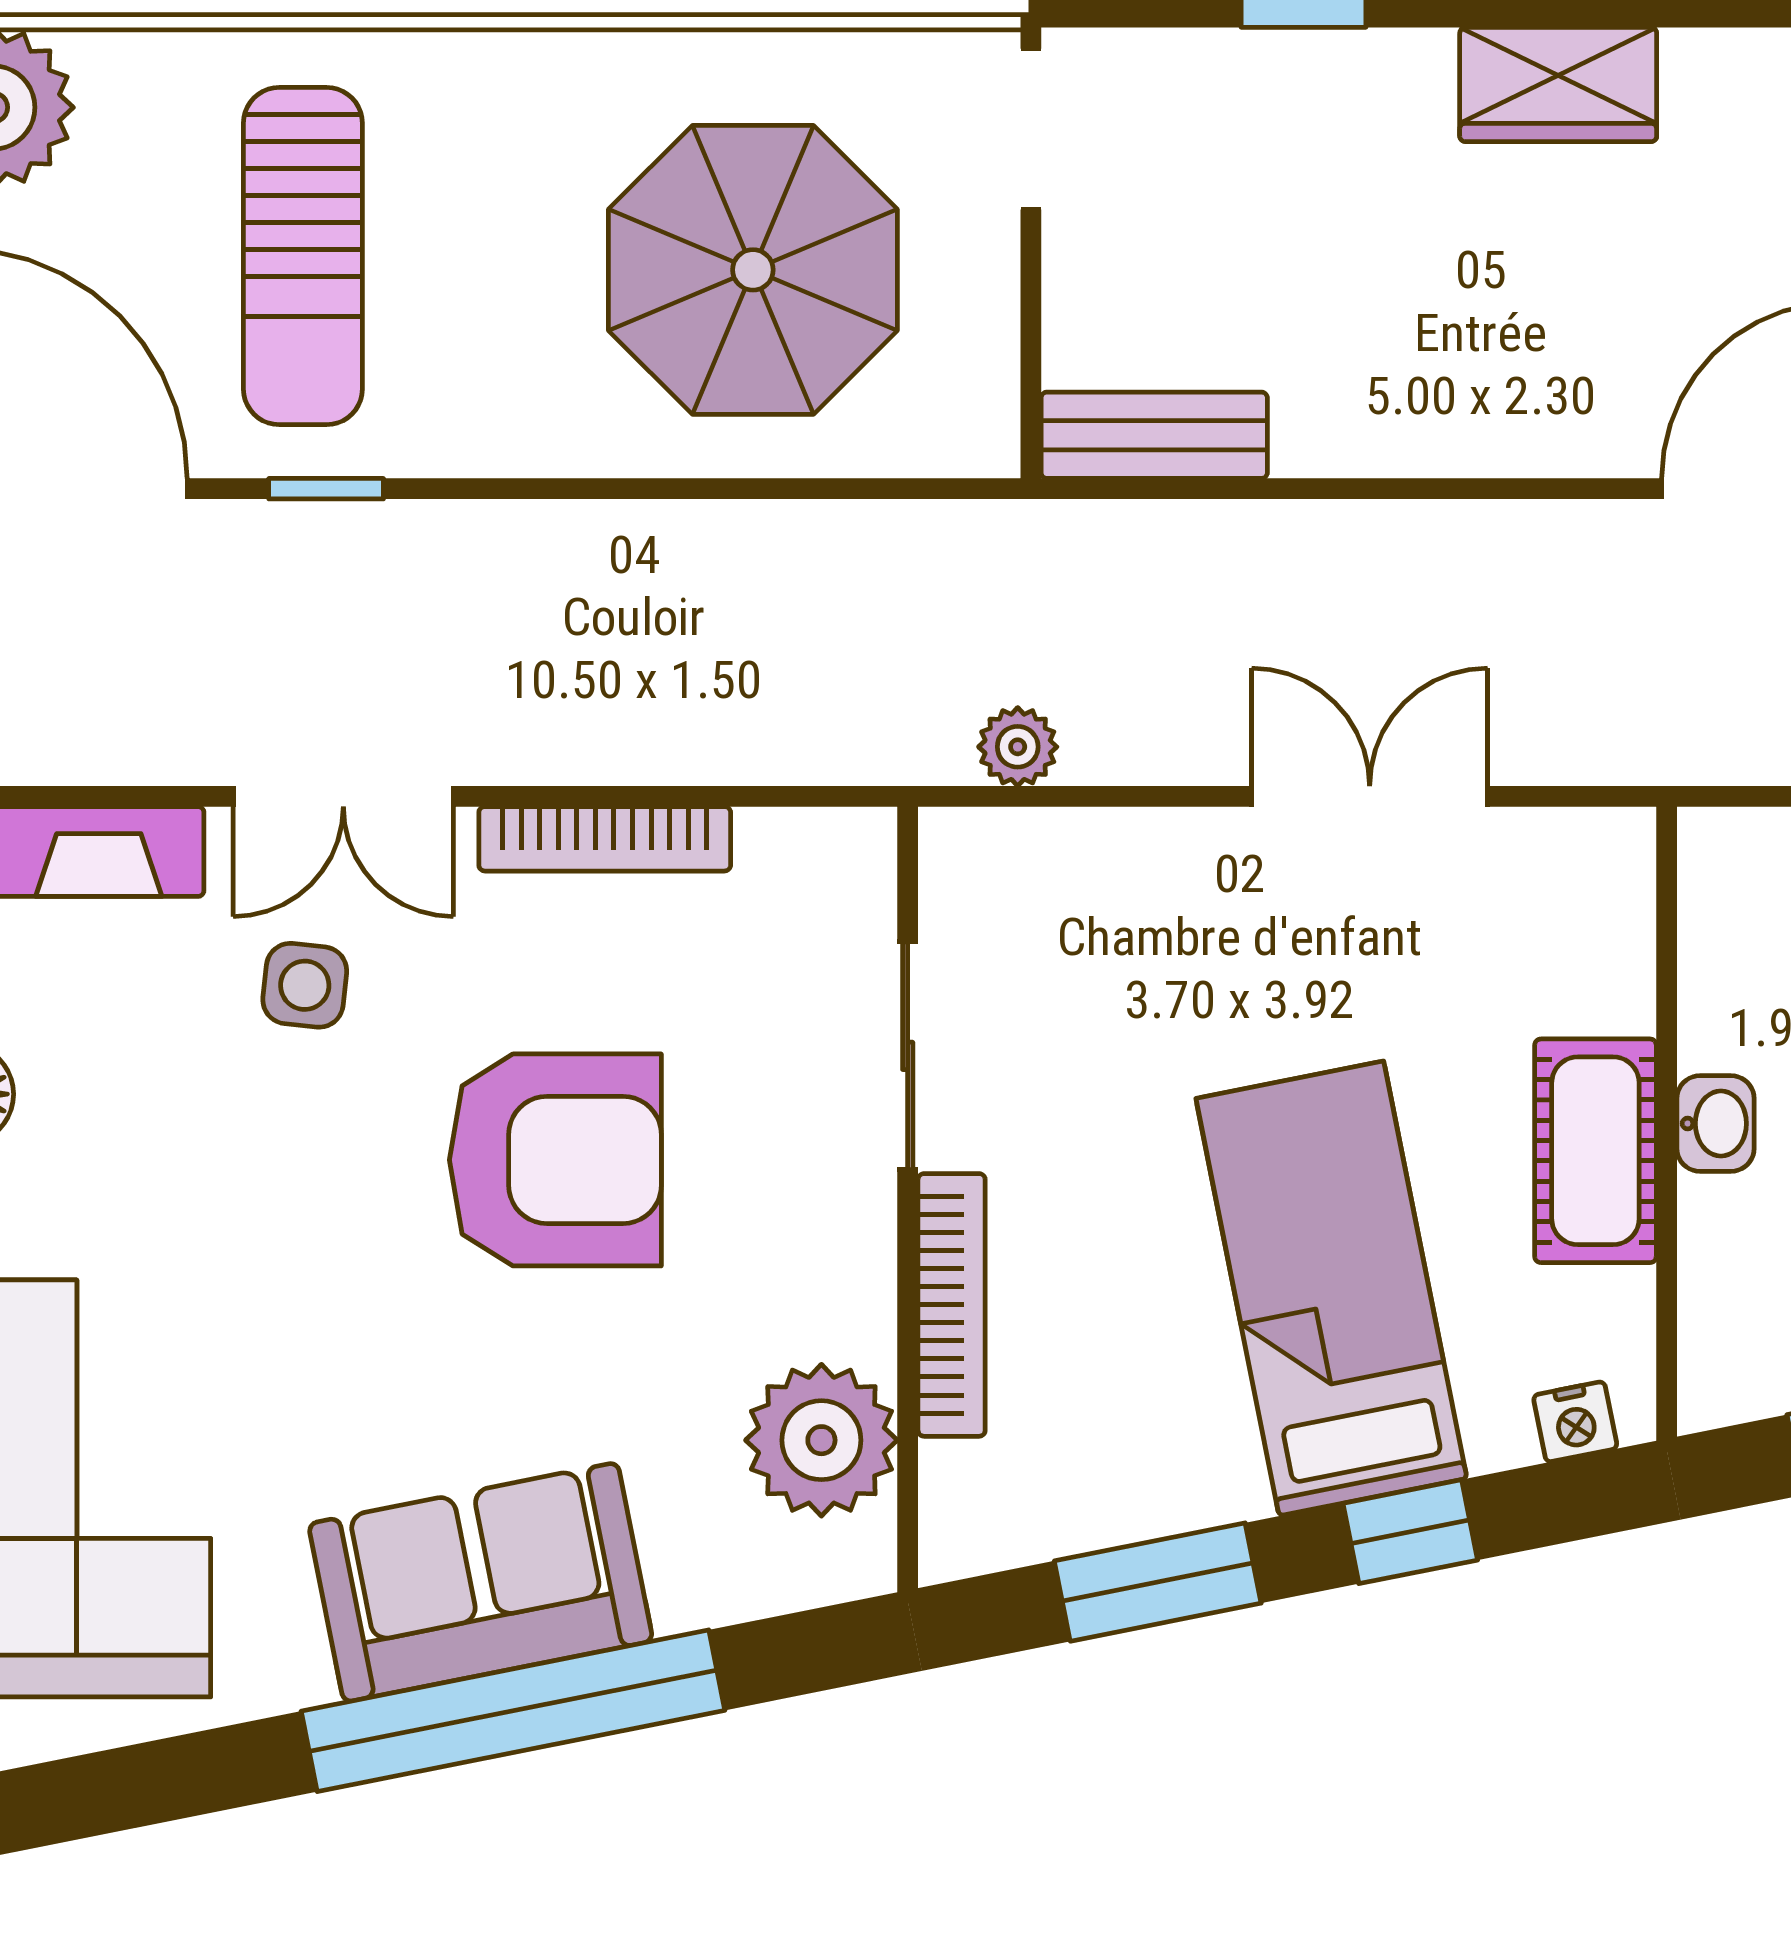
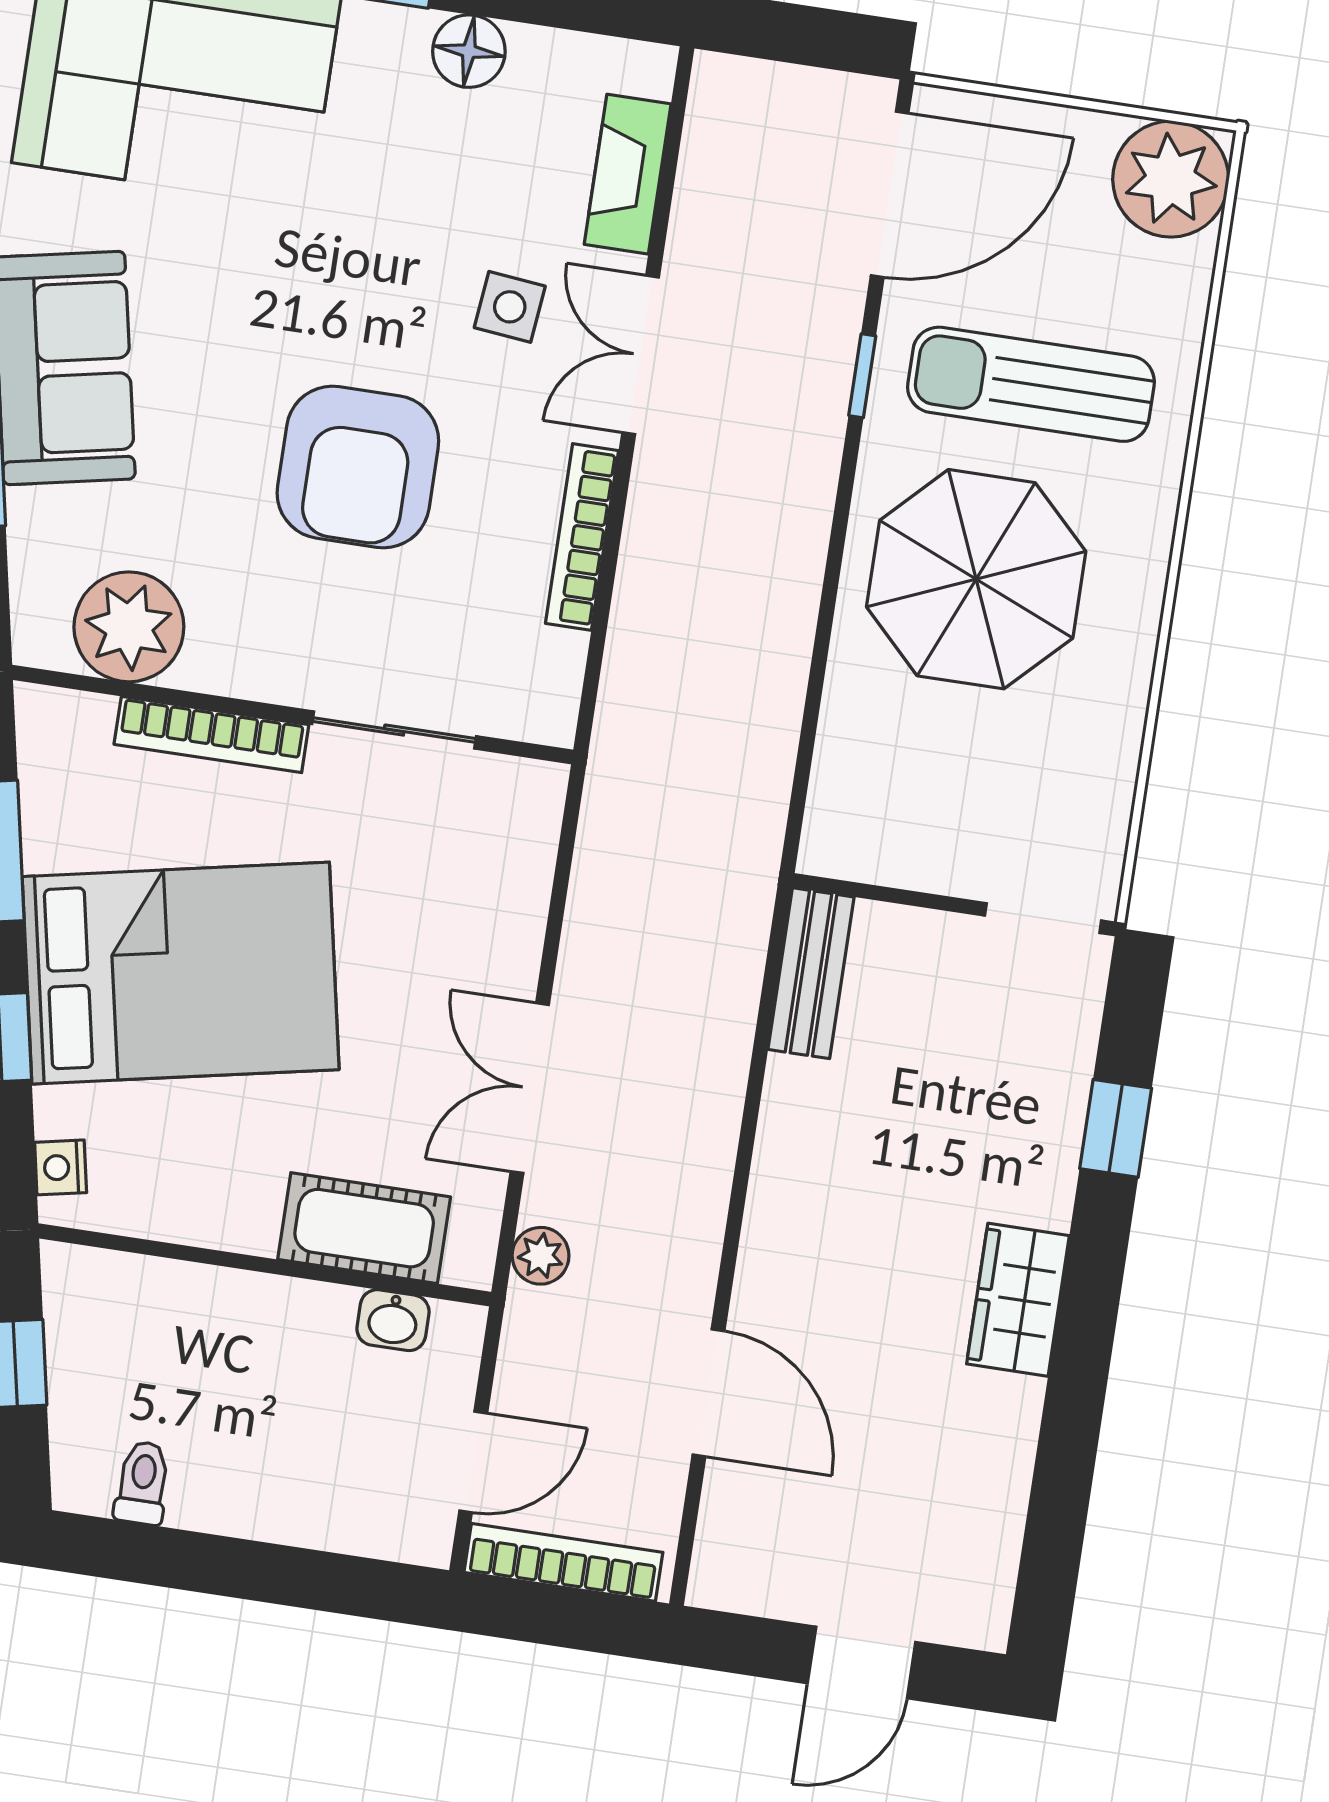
parasol: (753, 270) -> (976, 579), moved
plant: (1018, 747) -> (541, 1256), moved
double door: (1370, 796) -> (530, 1088), swing flipped
washbasin: (1715, 1124) -> (393, 1320), moved
cot: (1595, 1151) -> (364, 1228), moved
bed: (1331, 1288) -> (181, 973), width x1.50

